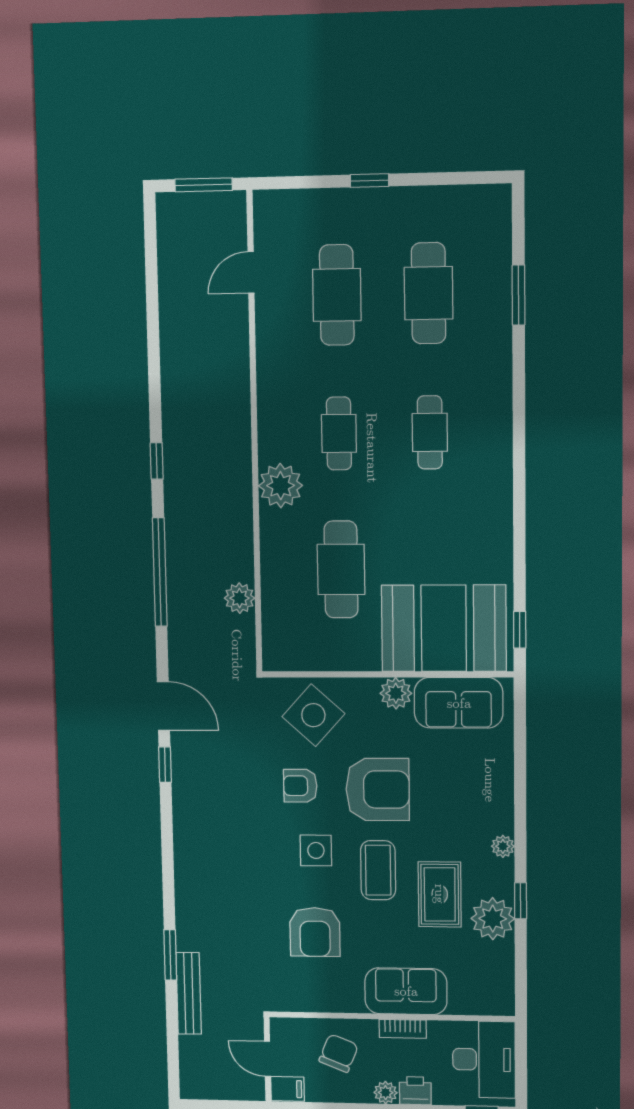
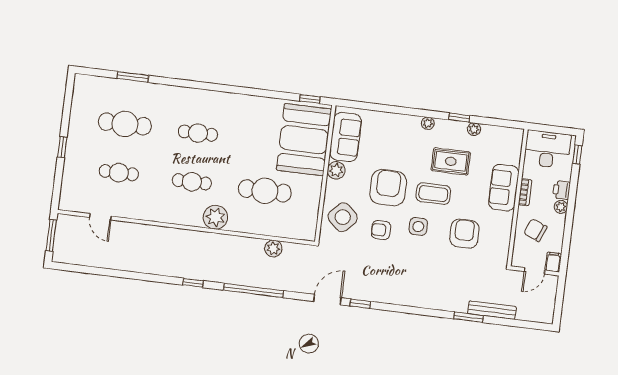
cafe table: (337, 295) -> (119, 173), width x0.73, depth x0.74
armchair: (300, 786) -> (381, 230), turned 90
plant: (493, 919) -> (474, 129), width x0.53, depth x0.53
armchair: (315, 932) -> (464, 234), turned -90

